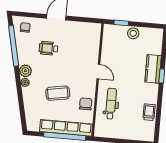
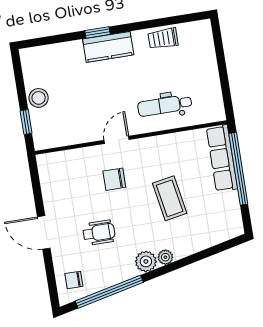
wheelchair: (48, 48) -> (99, 233), turned -90
kitchen counter: (153, 69) -> (108, 47), moved
chair: (86, 104) -> (114, 179), moved
row of seats: (66, 128) -> (222, 158), width x0.73

